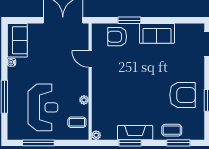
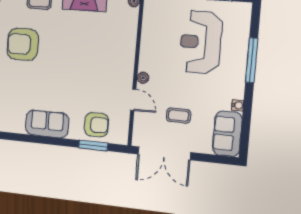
window: (129, 20) -> (93, 145), moved
plant: (84, 100) -> (143, 78), moved
coffee table: (77, 122) -> (179, 116), moved

